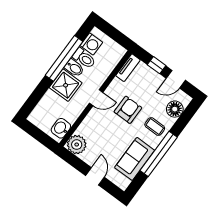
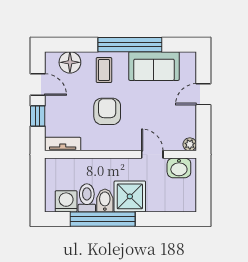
door: (96, 98) -> (152, 154), moved
armchair: (128, 110) -> (107, 111), turned 90
plant: (77, 145) -> (190, 144), width x0.53, depth x0.53

